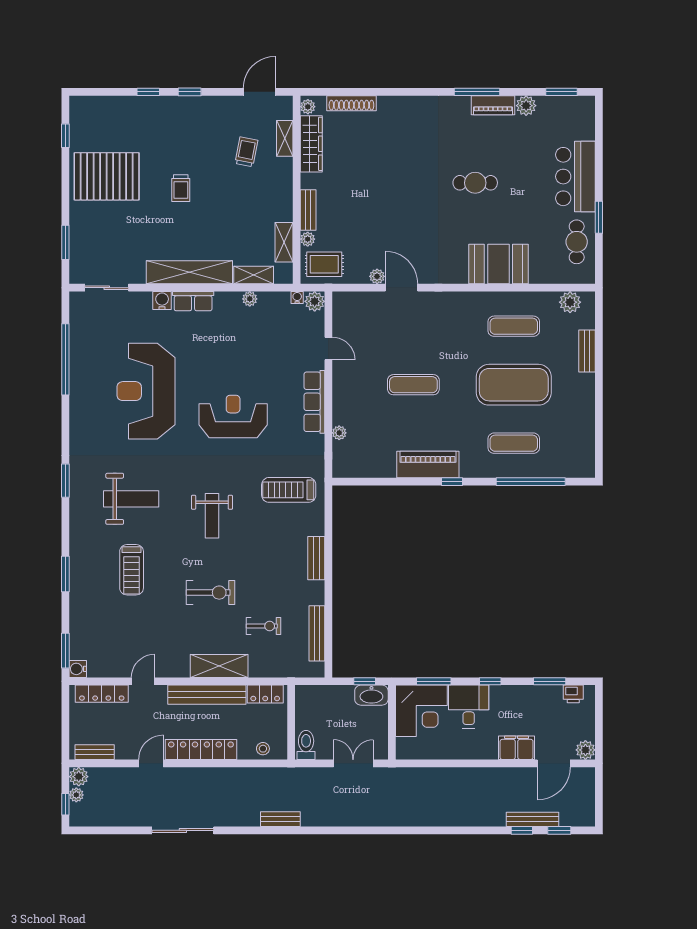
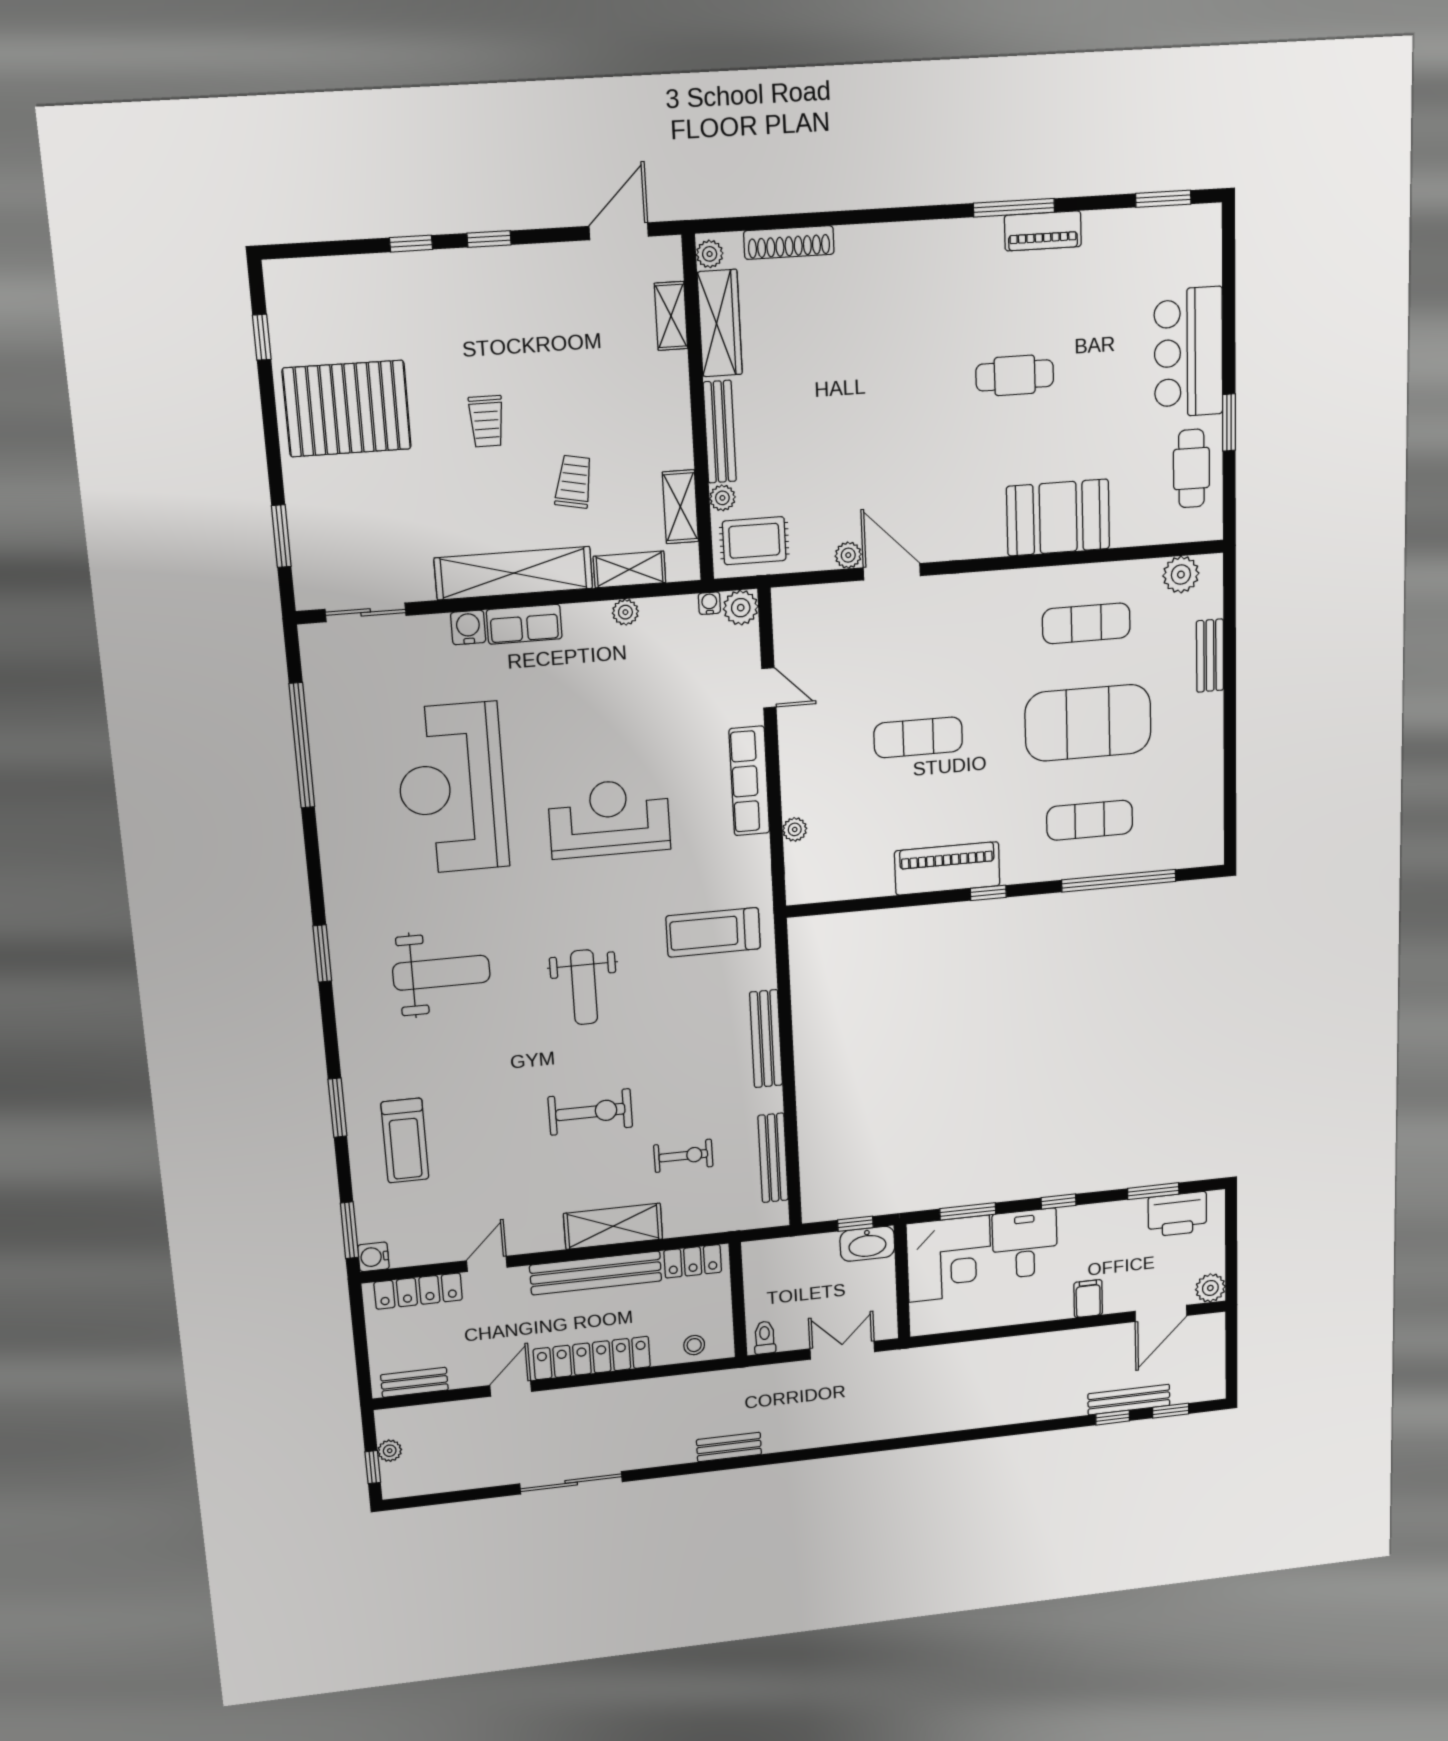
plant: (526, 106) -> (1101, 228), removed
trolley: (246, 152) -> (574, 482), moved
bench: (308, 210) -> (720, 432), width x1.36
bench: (316, 558) -> (766, 1039), width x1.36
treadmill: (132, 570) -> (405, 1141), moved
printer: (573, 694) -> (1177, 1214), width x1.87, depth x1.48
toilet: (306, 745) -> (765, 1338), width x0.73, depth x0.72
filing cabinet: (517, 748) -> (1088, 1299), width x0.50
plant: (79, 777) -> (391, 1423), removed

